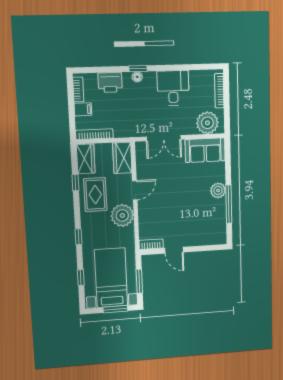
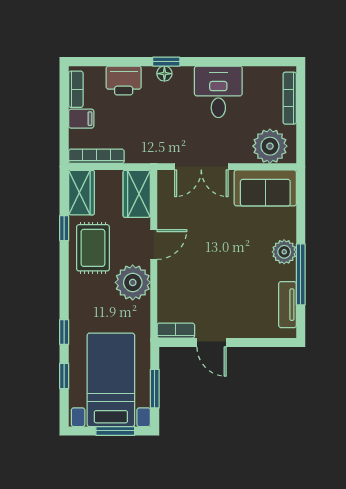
tv unit: (221, 224) -> (288, 305), added
window: (78, 237) -> (64, 332), moved

